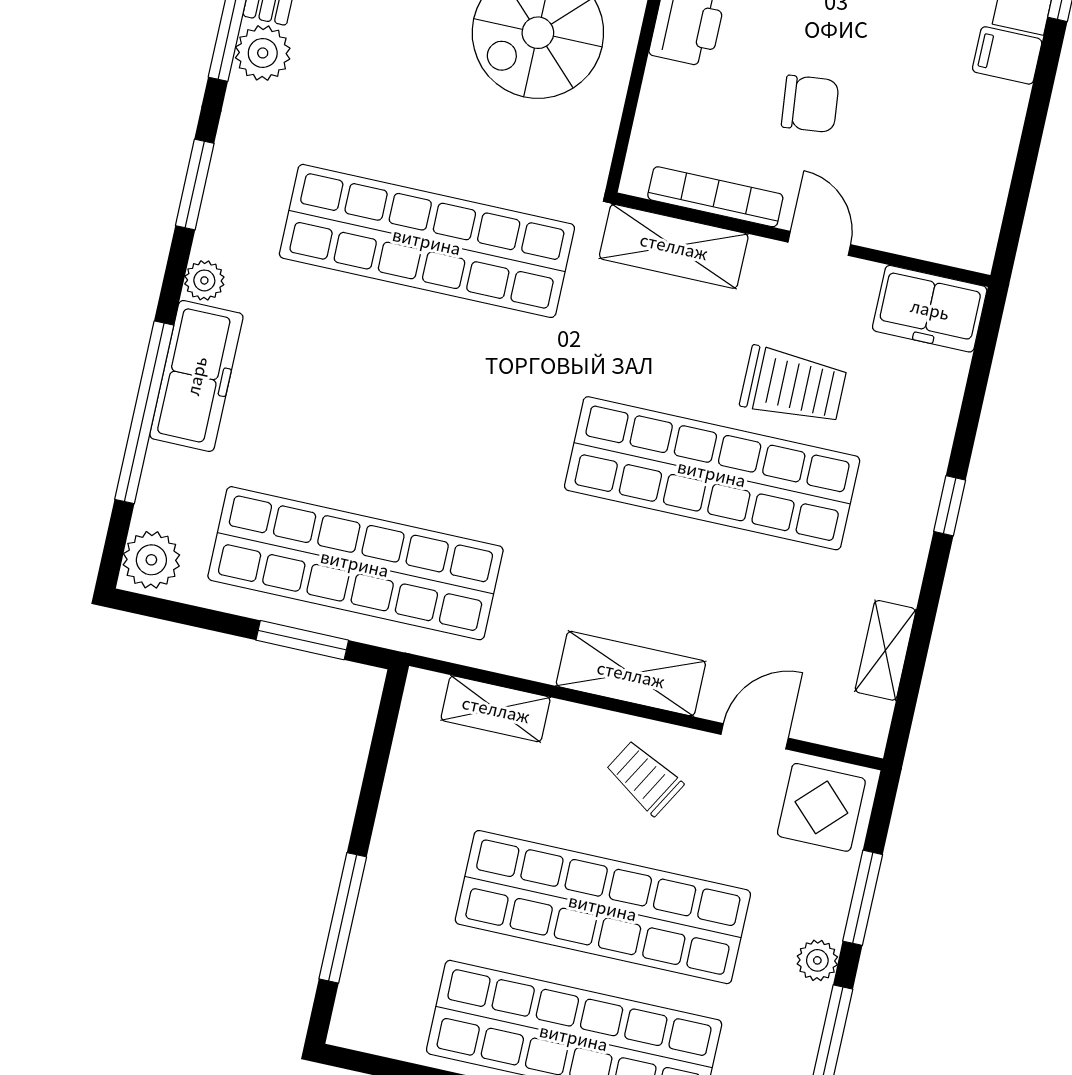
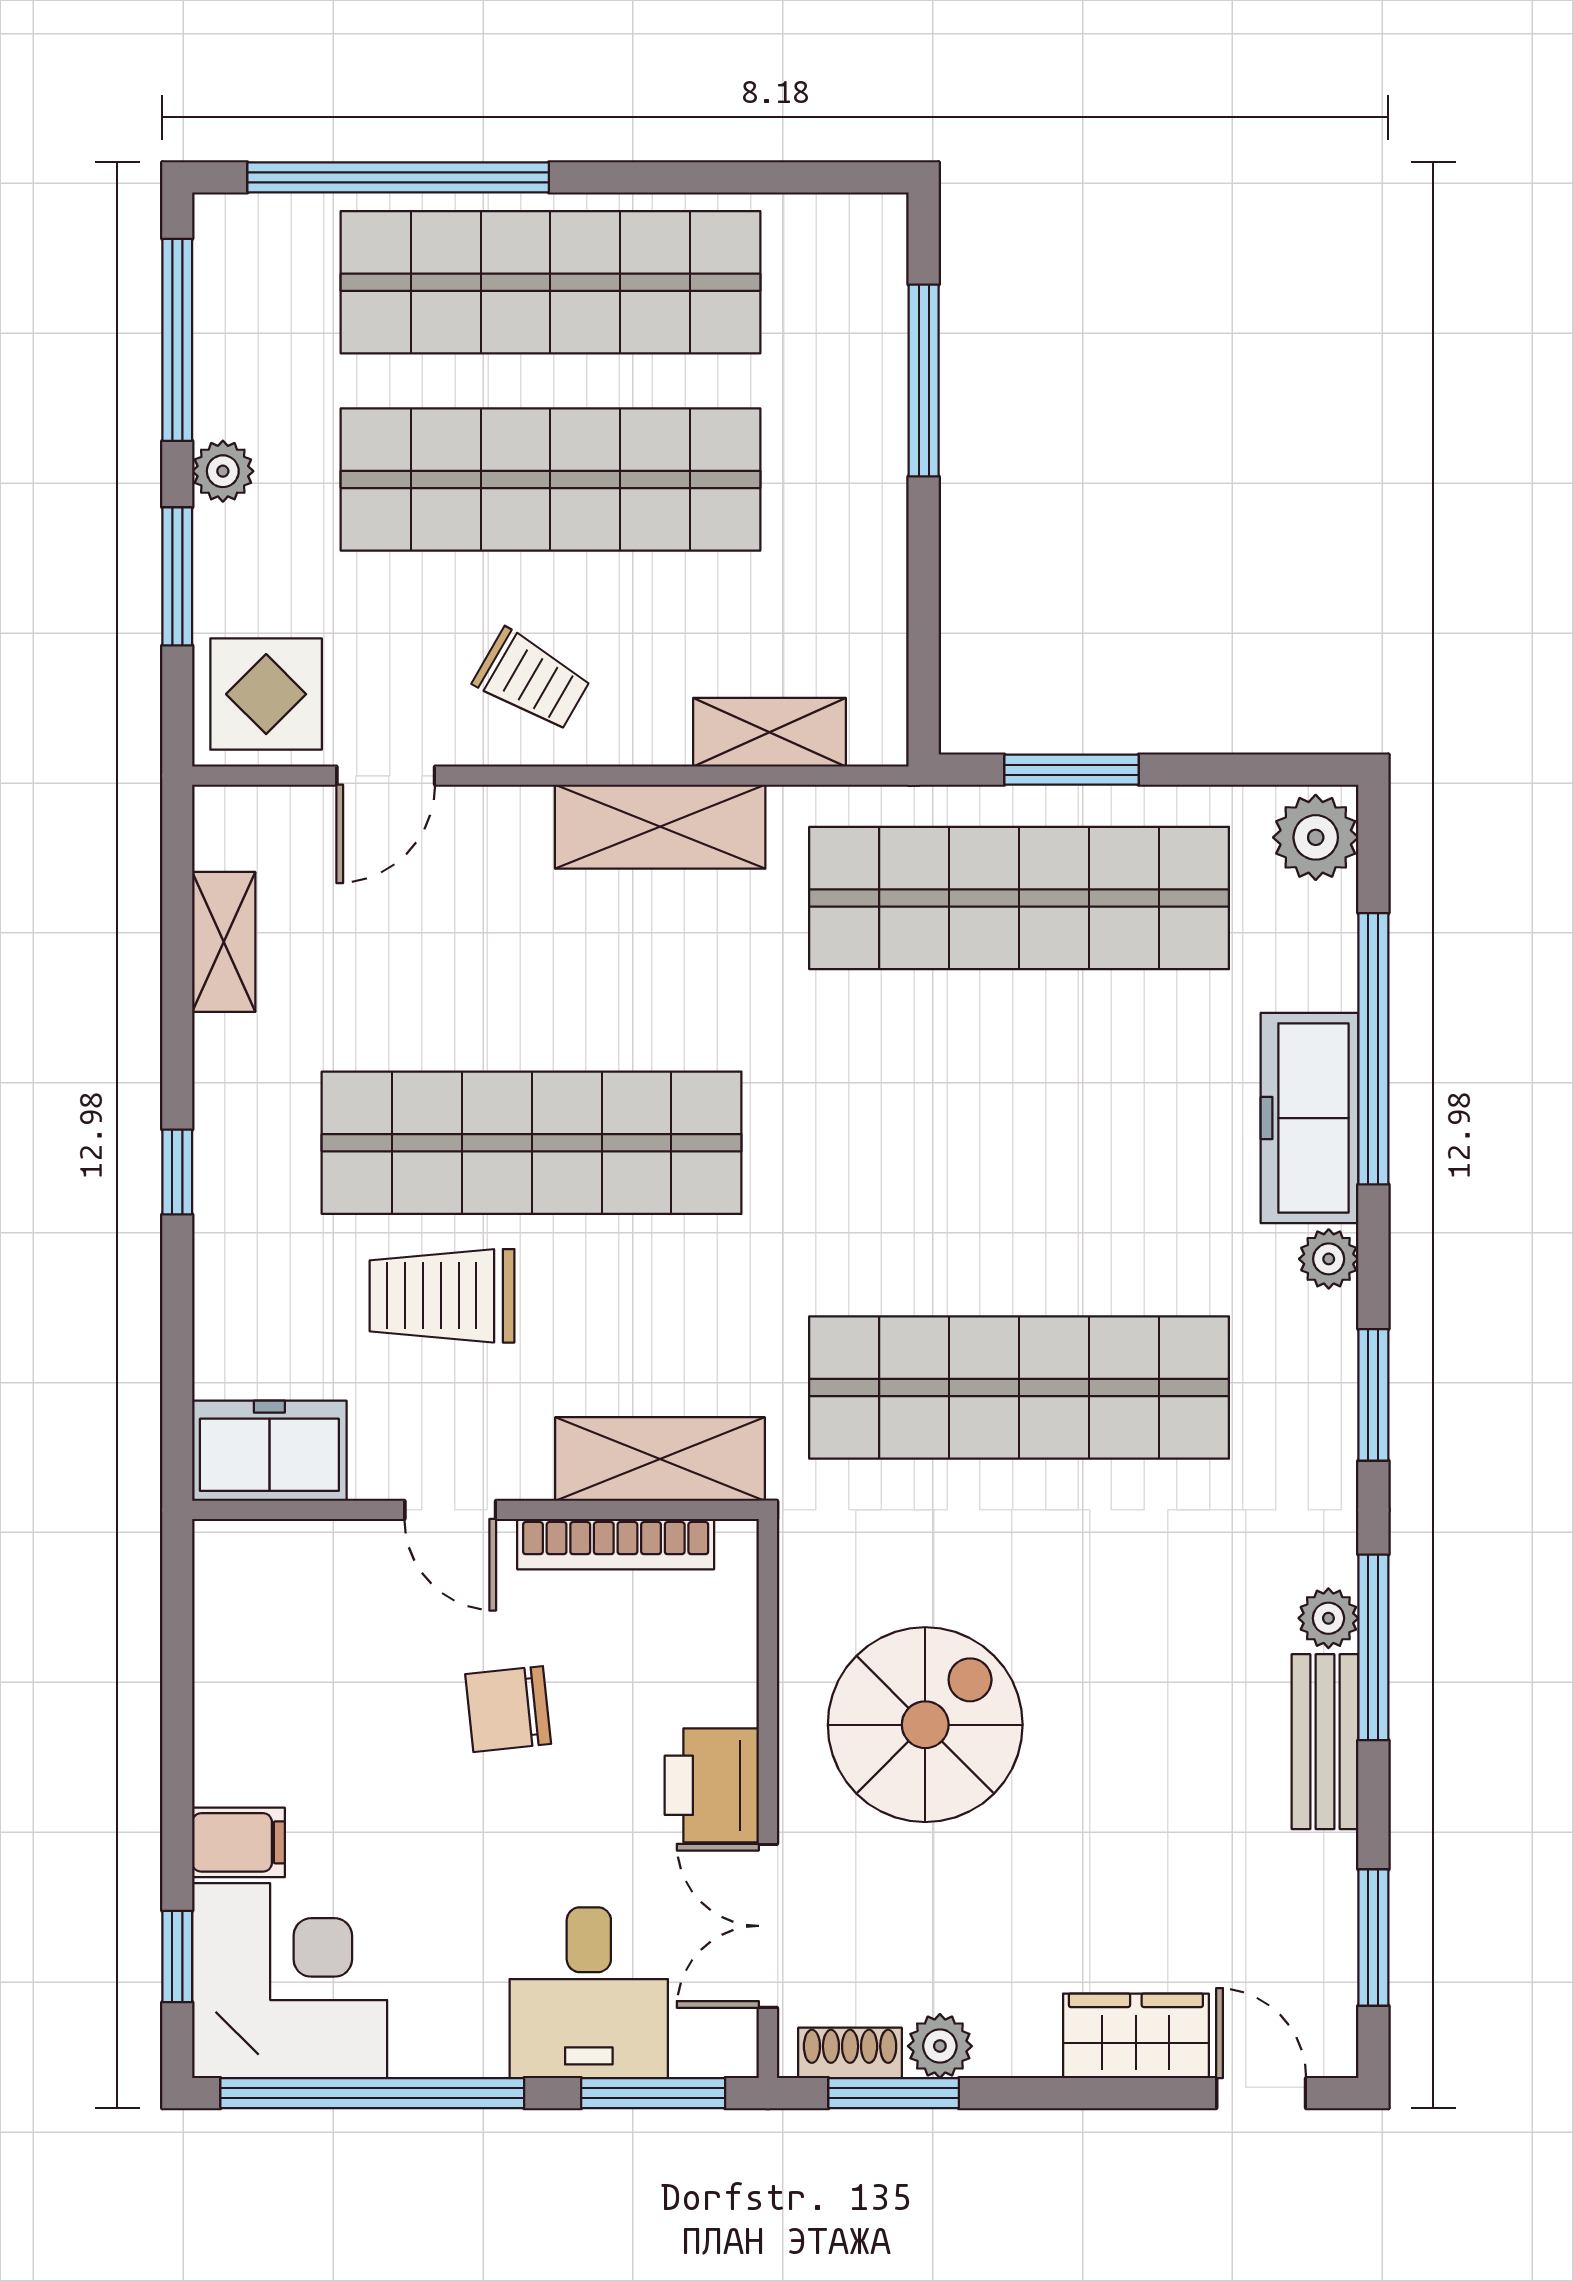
plant: (263, 53) -> (1328, 1618), width x0.73, depth x0.73
shelving: (631, 674) -> (660, 827), moved

